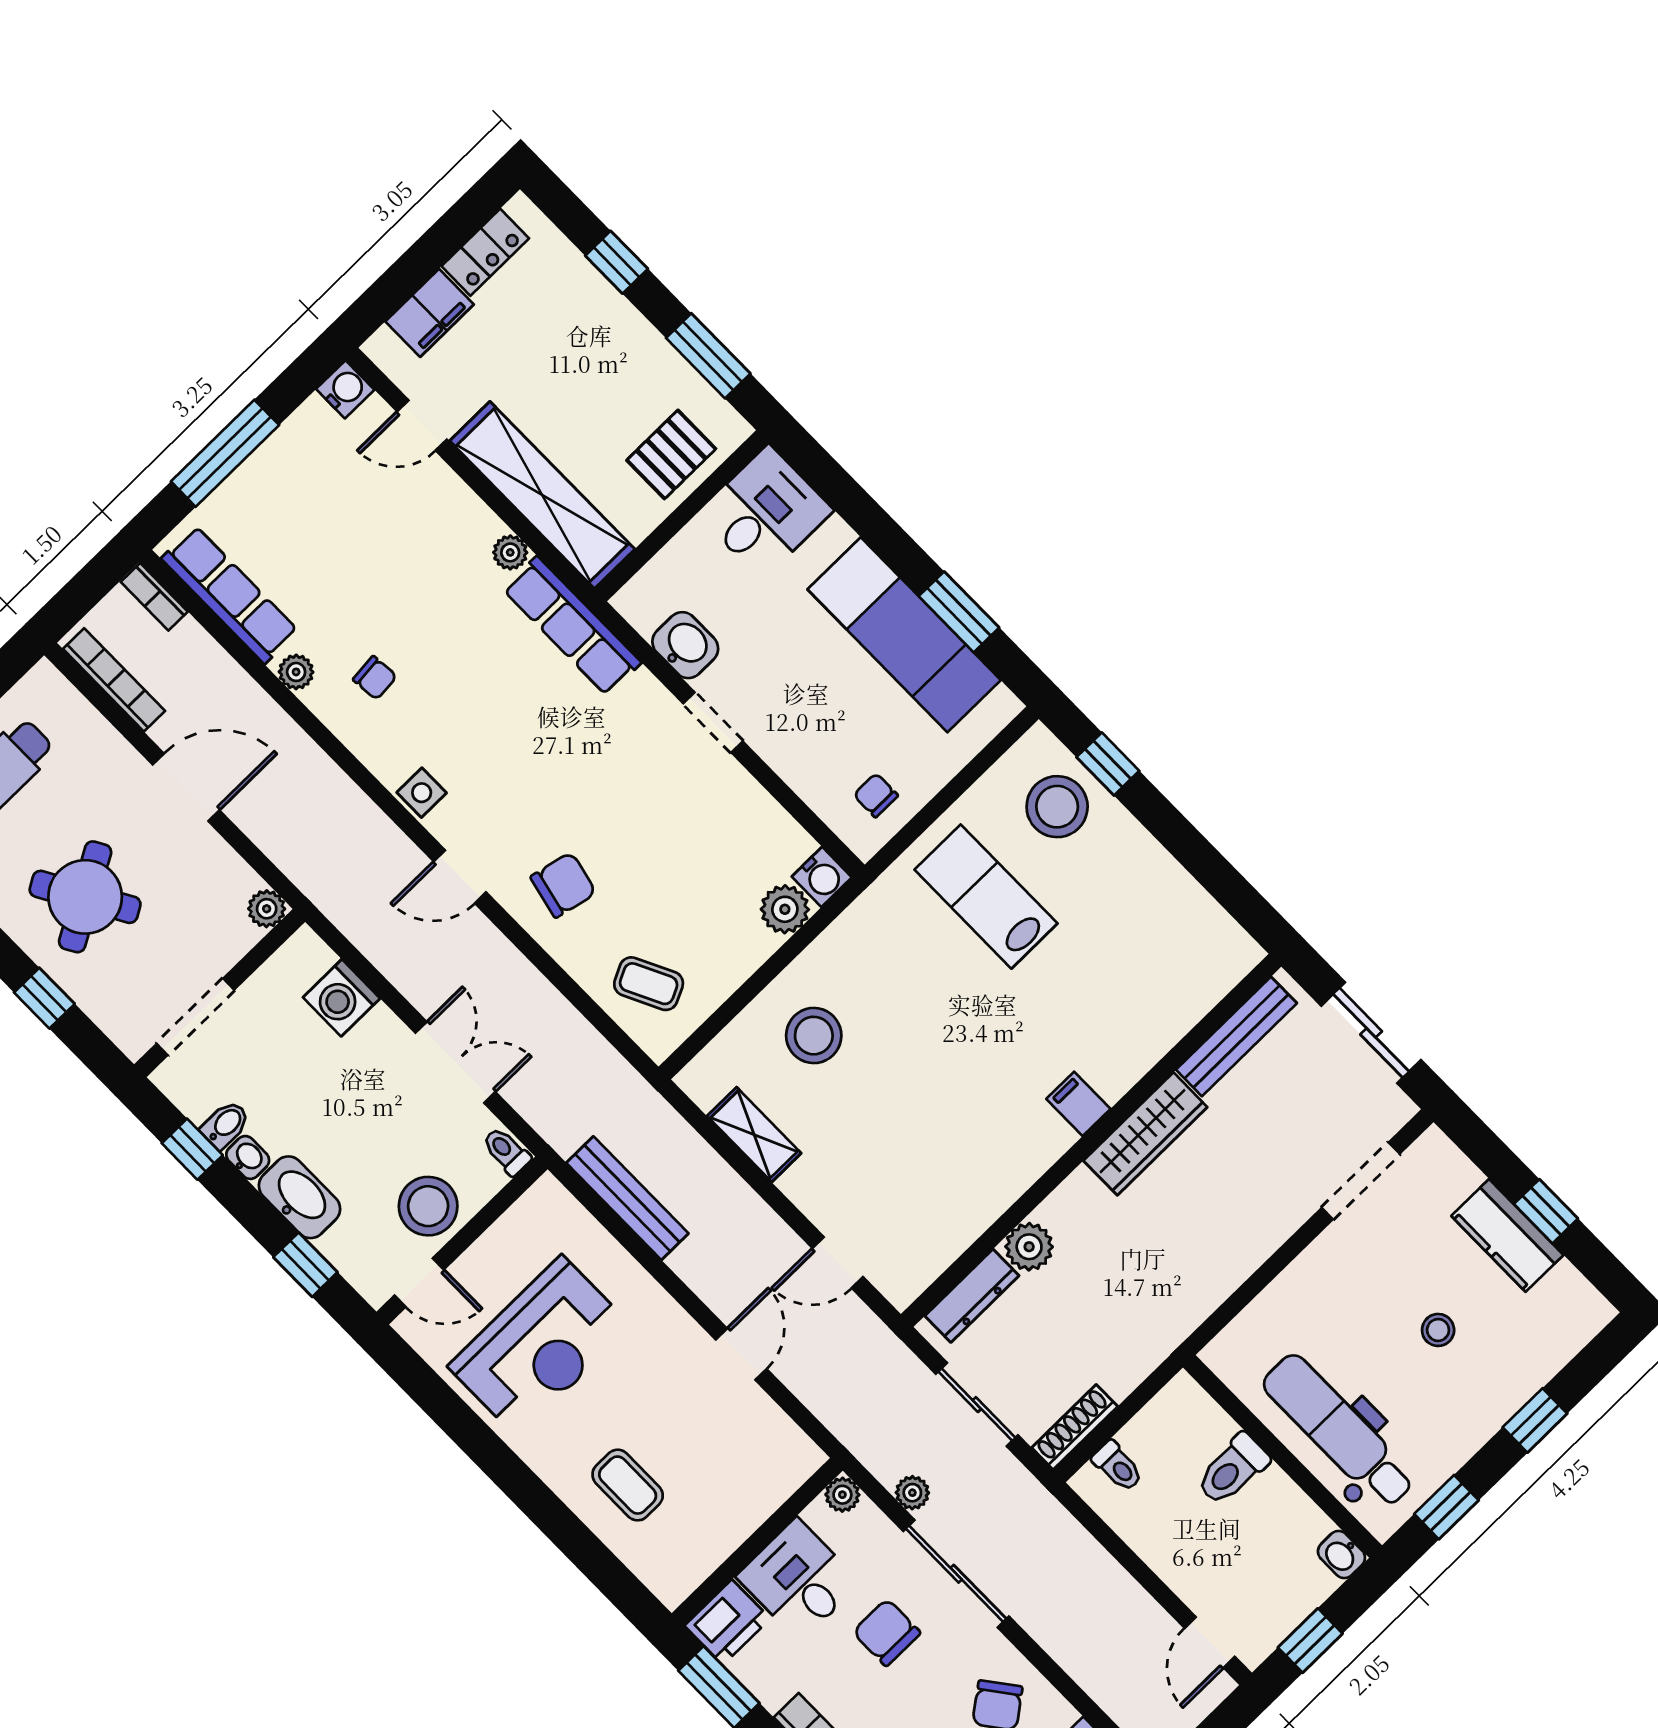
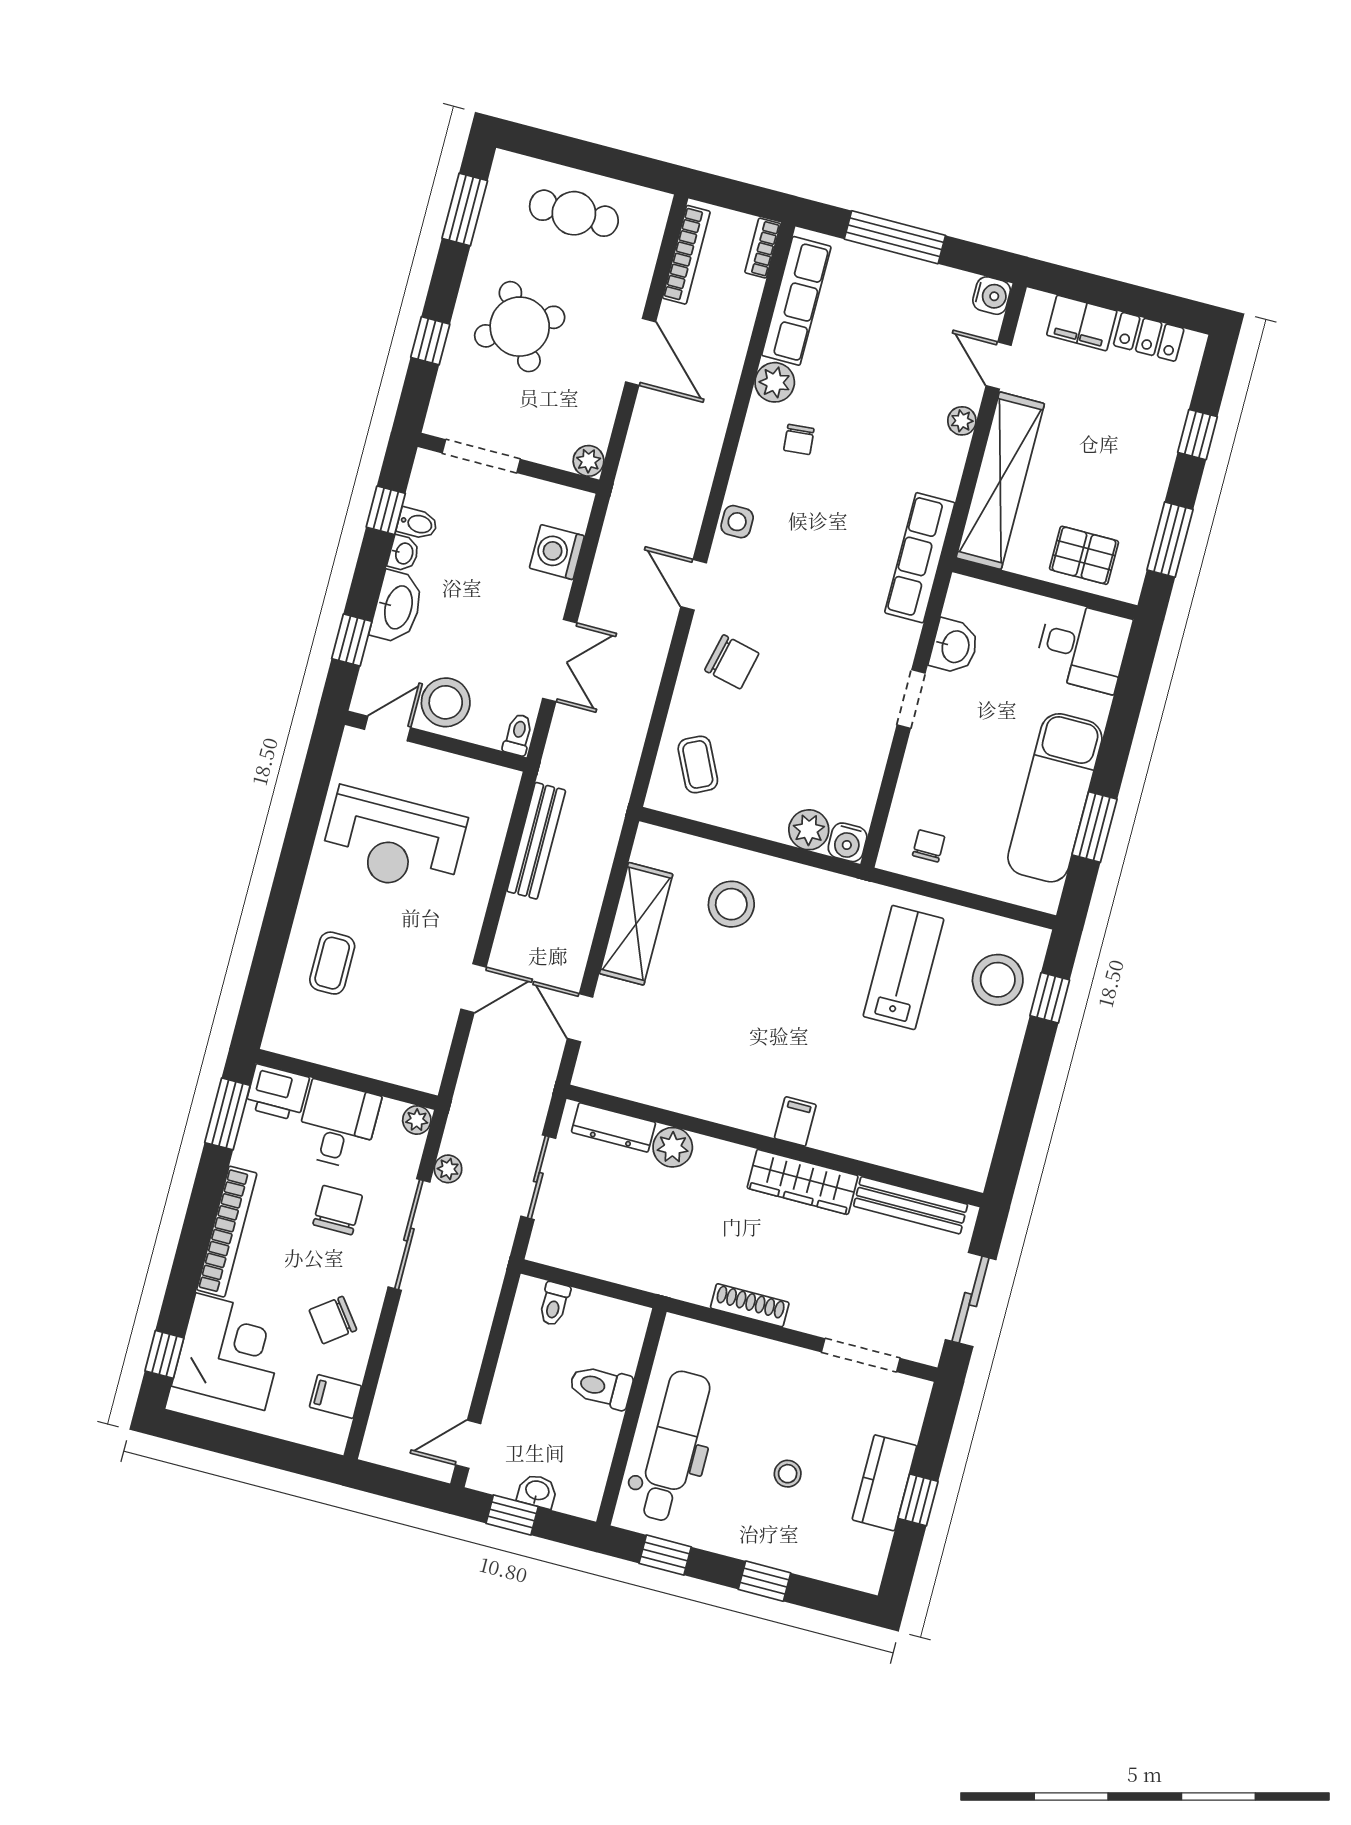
plant: (510, 552) -> (962, 421), moved
plant: (296, 672) -> (775, 382), width x1.38, depth x1.38
shelving: (754, 1135) -> (636, 924), width x1.50, depth x1.33
door: (419, 1283) -> (387, 728), swing flipped
shoe rack: (1075, 1427) -> (750, 1305), moved
washbasin: (1341, 1555) -> (537, 1491), moved, turned 90

